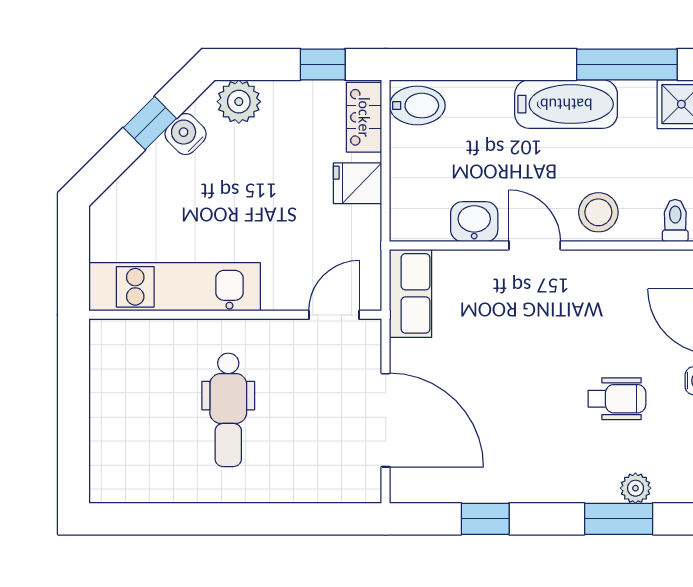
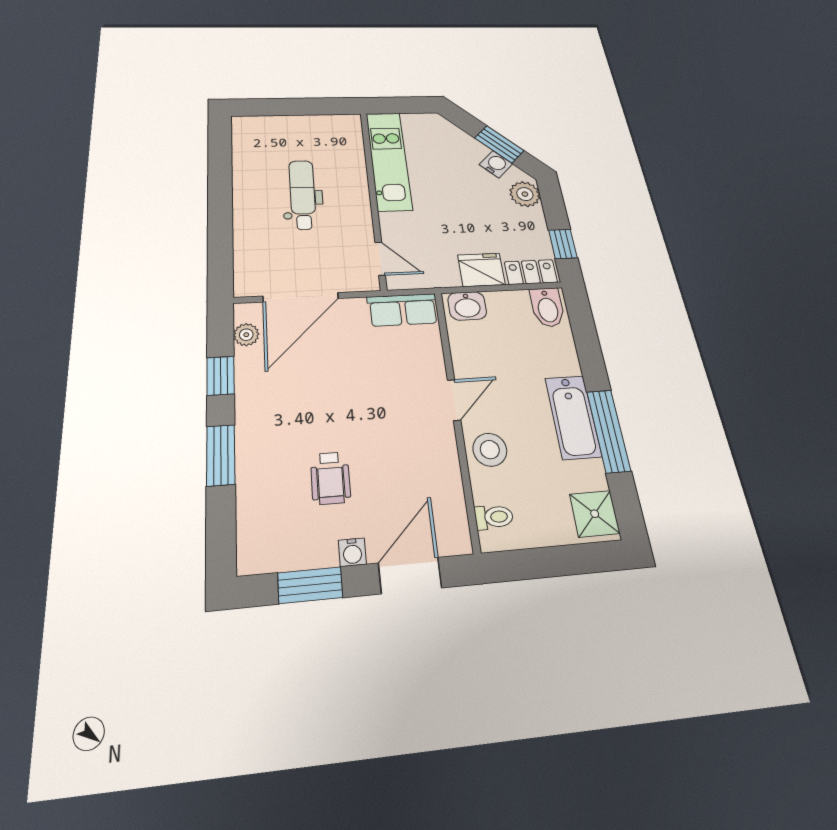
window: (627, 64) -> (608, 431), moved
window: (150, 123) -> (499, 144), width x1.50
fridge: (357, 183) -> (481, 270), width x1.38
washbasin: (474, 222) -> (467, 306), moved, turned 90
dental chair: (228, 410) -> (303, 194), turned 90
plant: (635, 488) -> (246, 335), moved
window: (619, 519) -> (221, 455), moved

